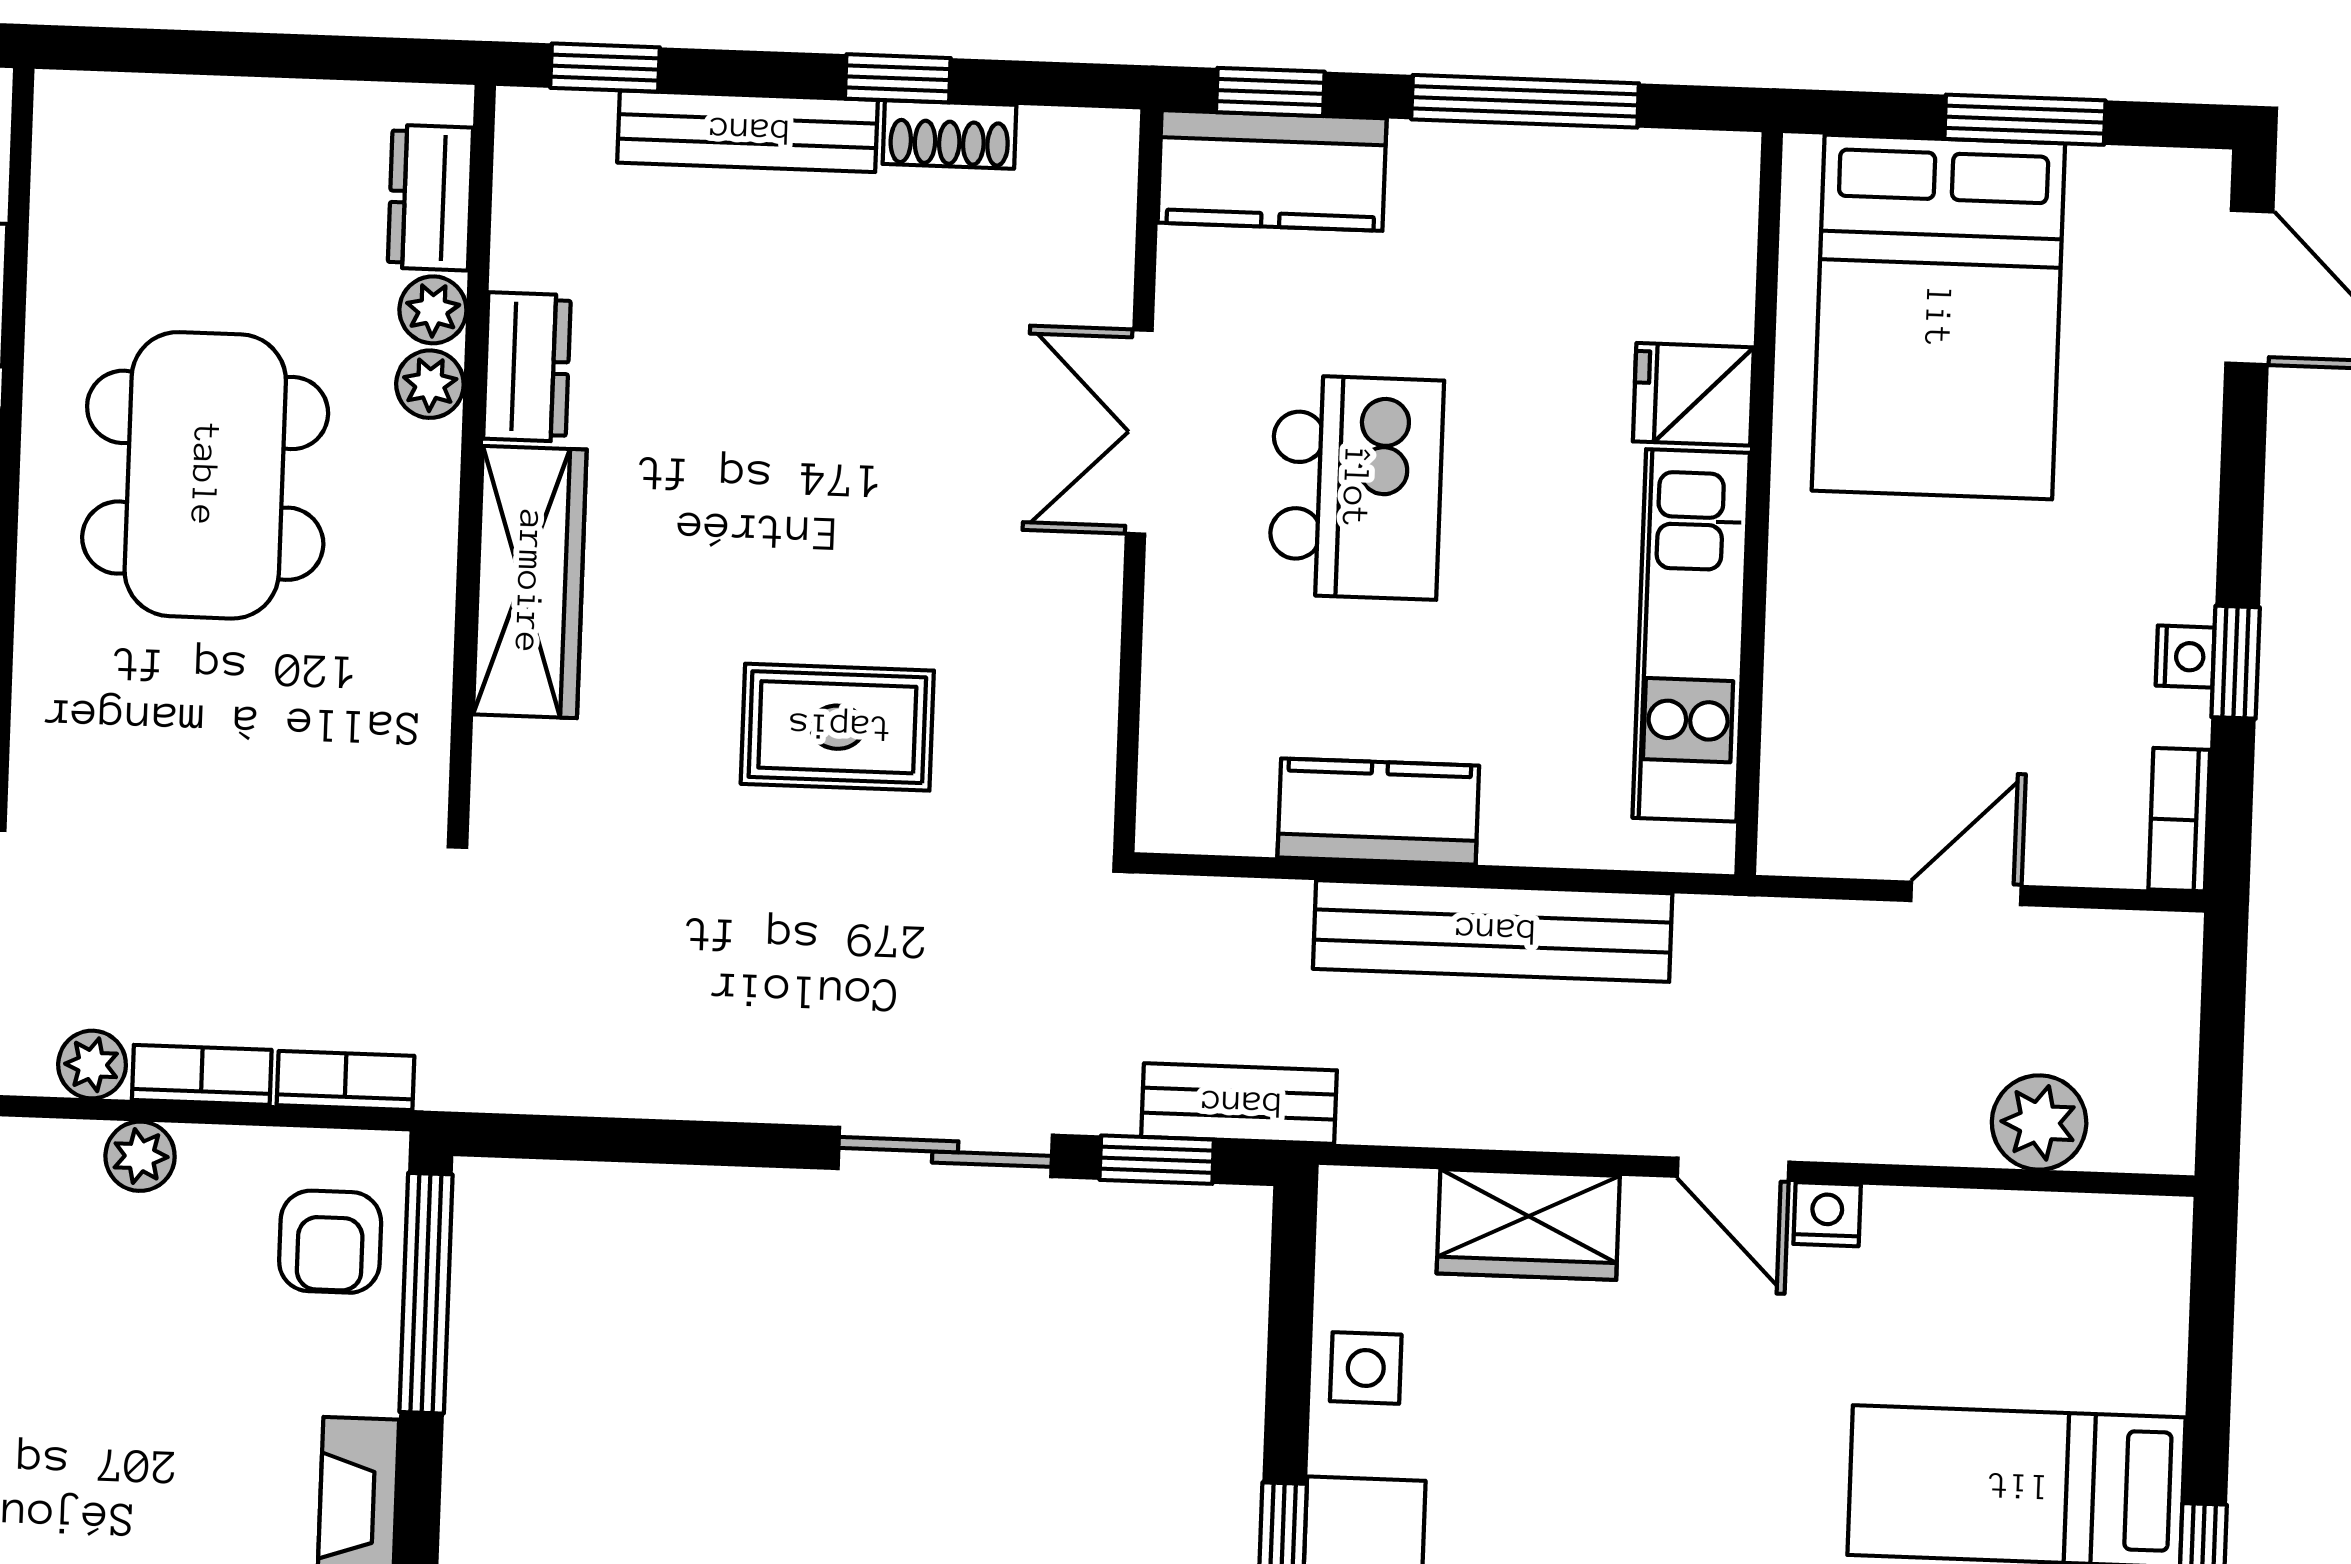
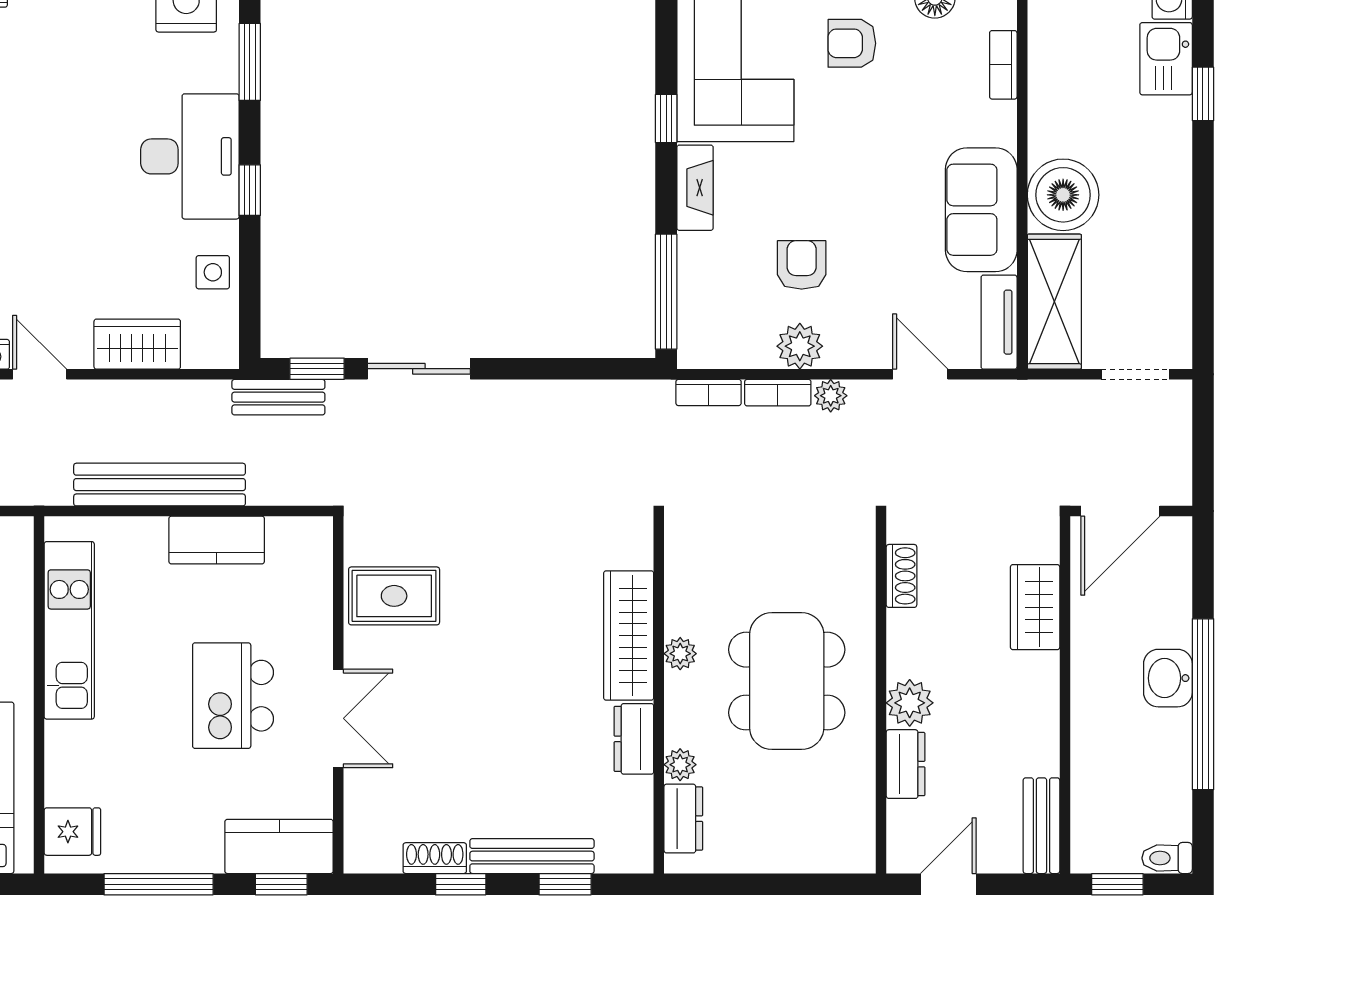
window: (605, 68) -> (565, 884), moved
plant: (430, 384) -> (680, 654), moved
fridge: (1693, 394) -> (72, 832), moved
rug: (837, 727) -> (394, 596), moved
plant: (140, 1156) -> (800, 346), width x1.38, depth x1.38
armchair: (330, 1242) -> (802, 265), moved

